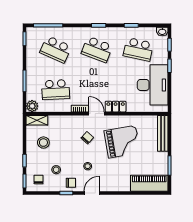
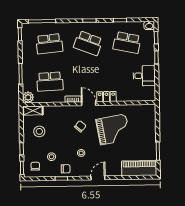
school desk: (56, 49) -> (49, 44), turned -30
desk: (153, 85) -> (144, 76), width x0.53, depth x0.77
bench: (163, 133) -> (151, 121), removed
door: (92, 193) -> (98, 178), moved

